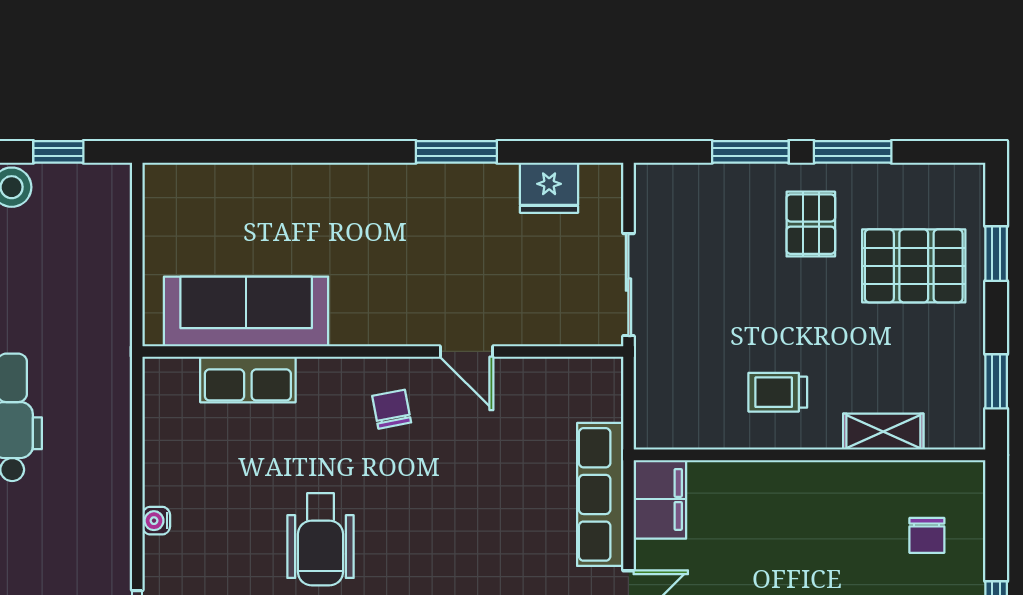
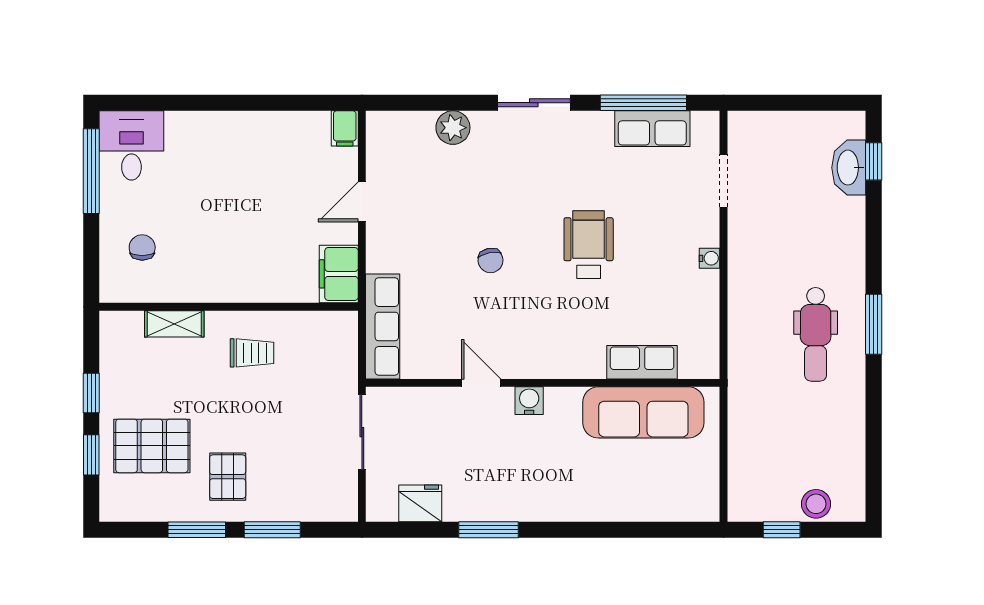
water cooler: (401, 327) -> (529, 401), added
window: (996, 381) -> (91, 393), moved
chair: (392, 409) -> (491, 260), moved
row of seats: (600, 494) -> (383, 326), moved

